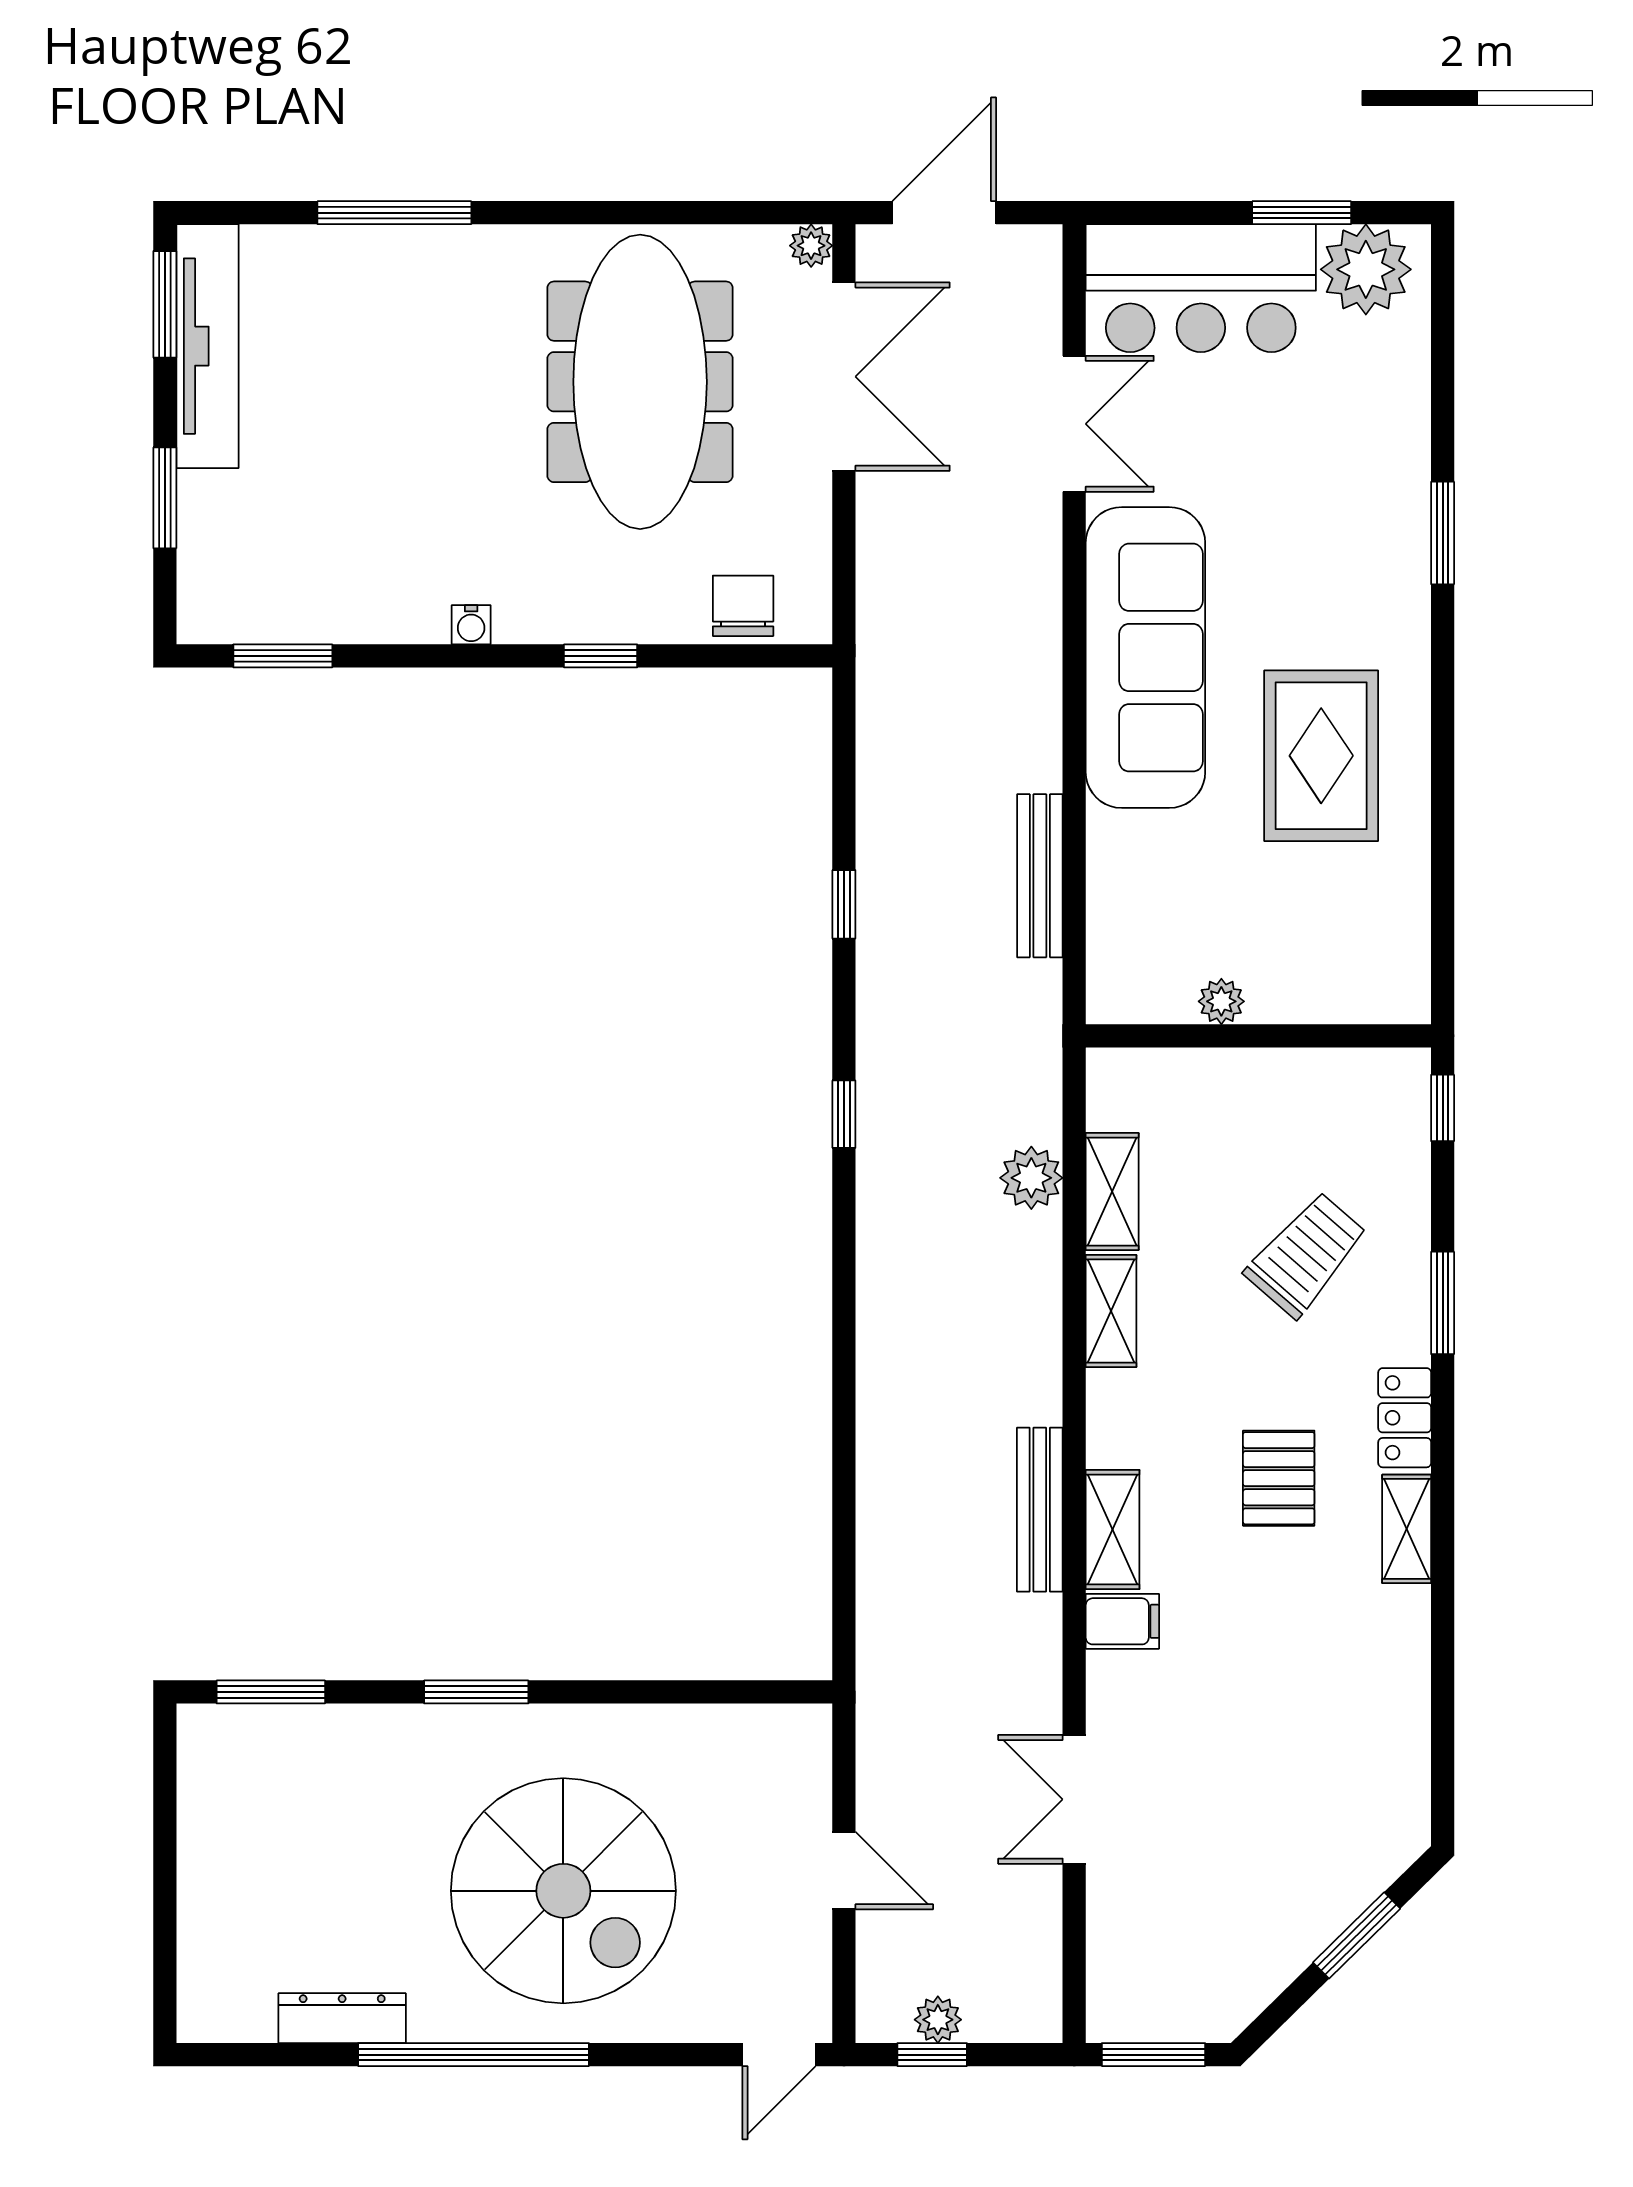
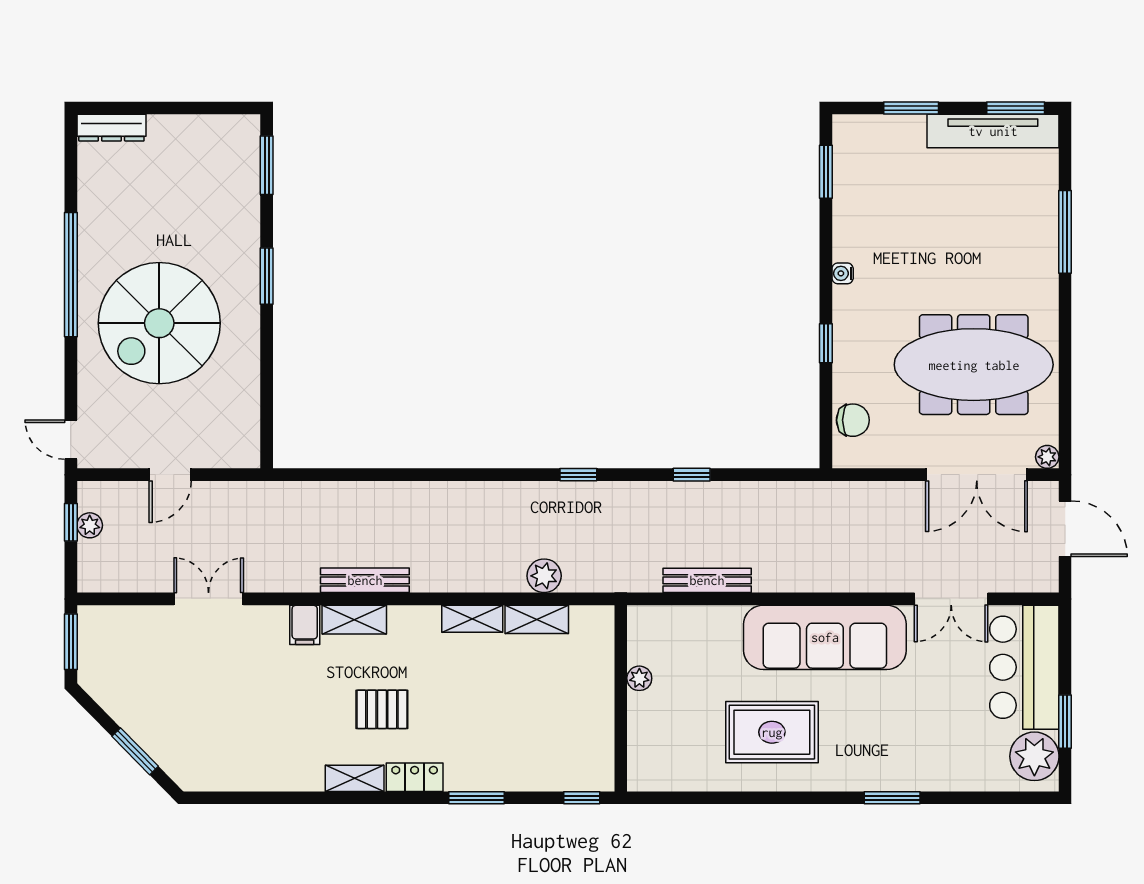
trolley: (1306, 1254) -> (503, 724), removed
dresser: (342, 2018) -> (111, 128), moved, turned 90

